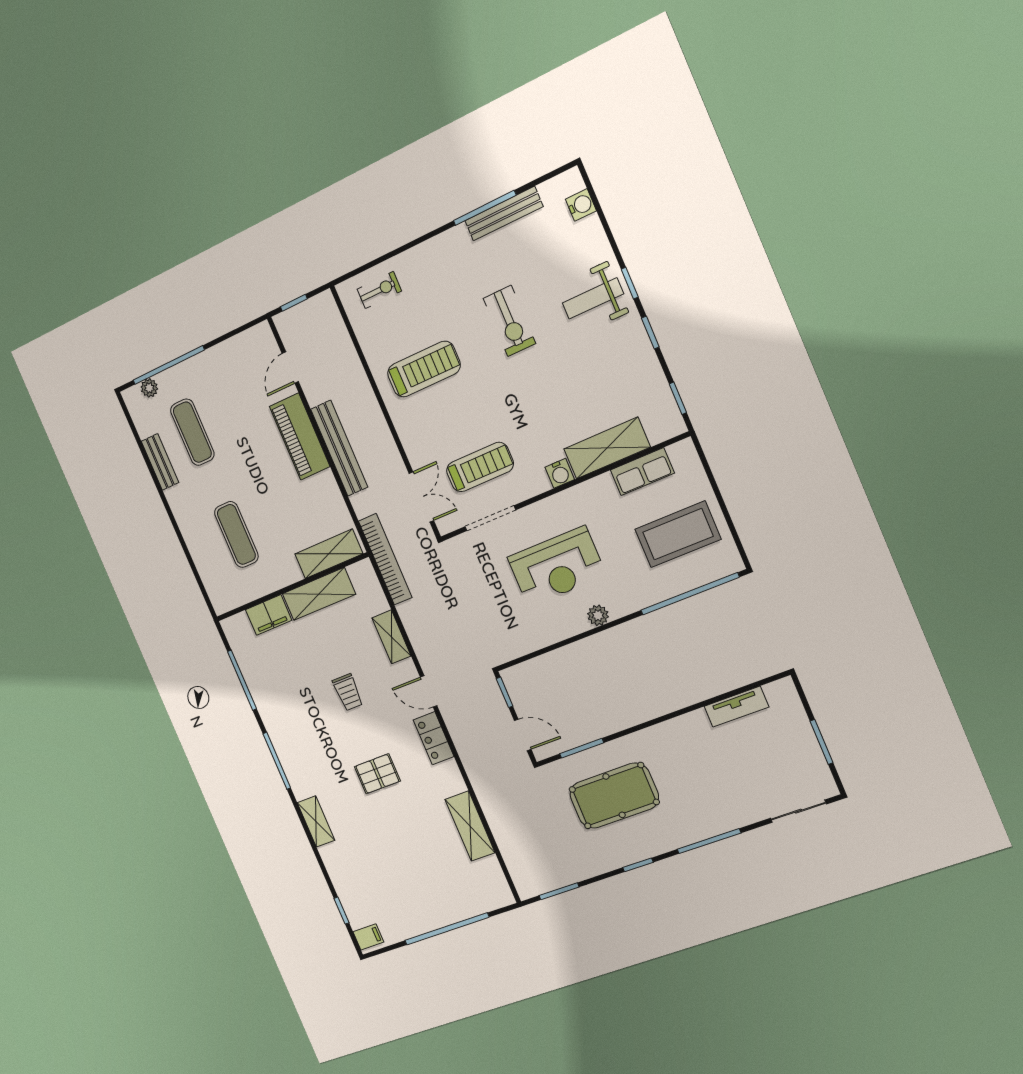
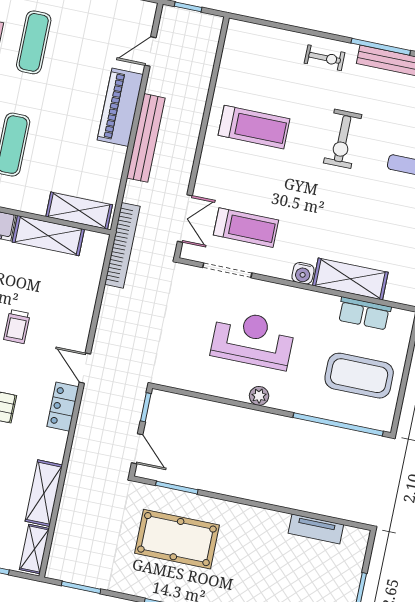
exercise bike: (379, 290) -> (325, 58), moved
reception desk: (557, 566) -> (253, 339), turned 180
shelving: (391, 637) -> (34, 549), moved

